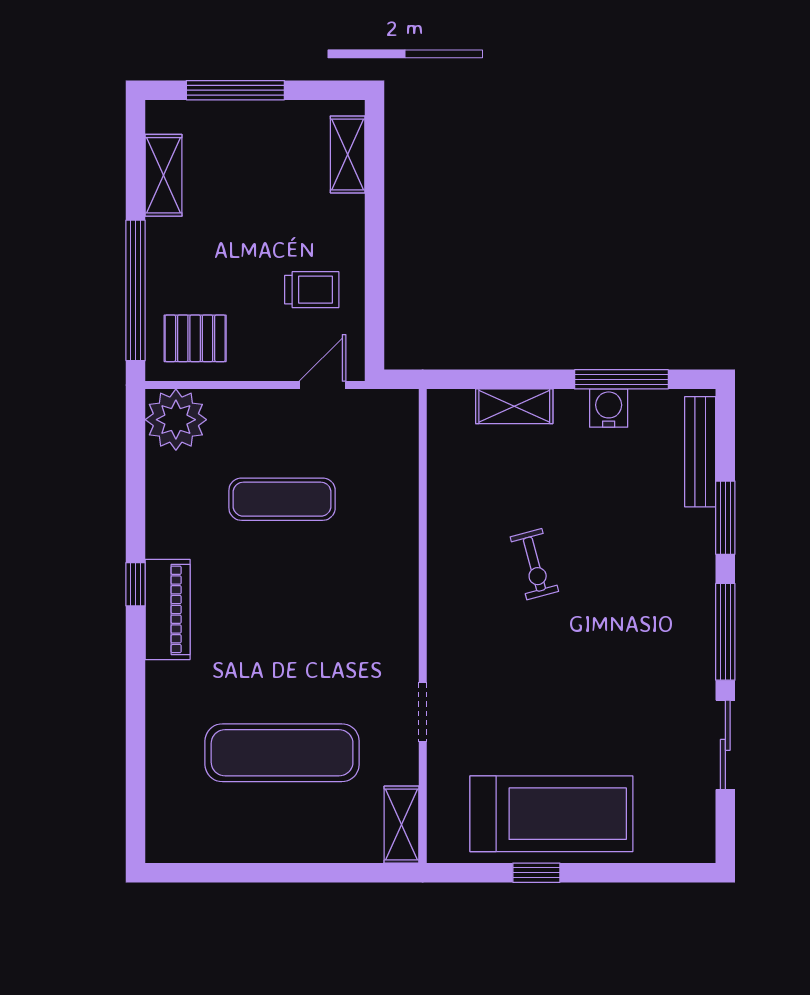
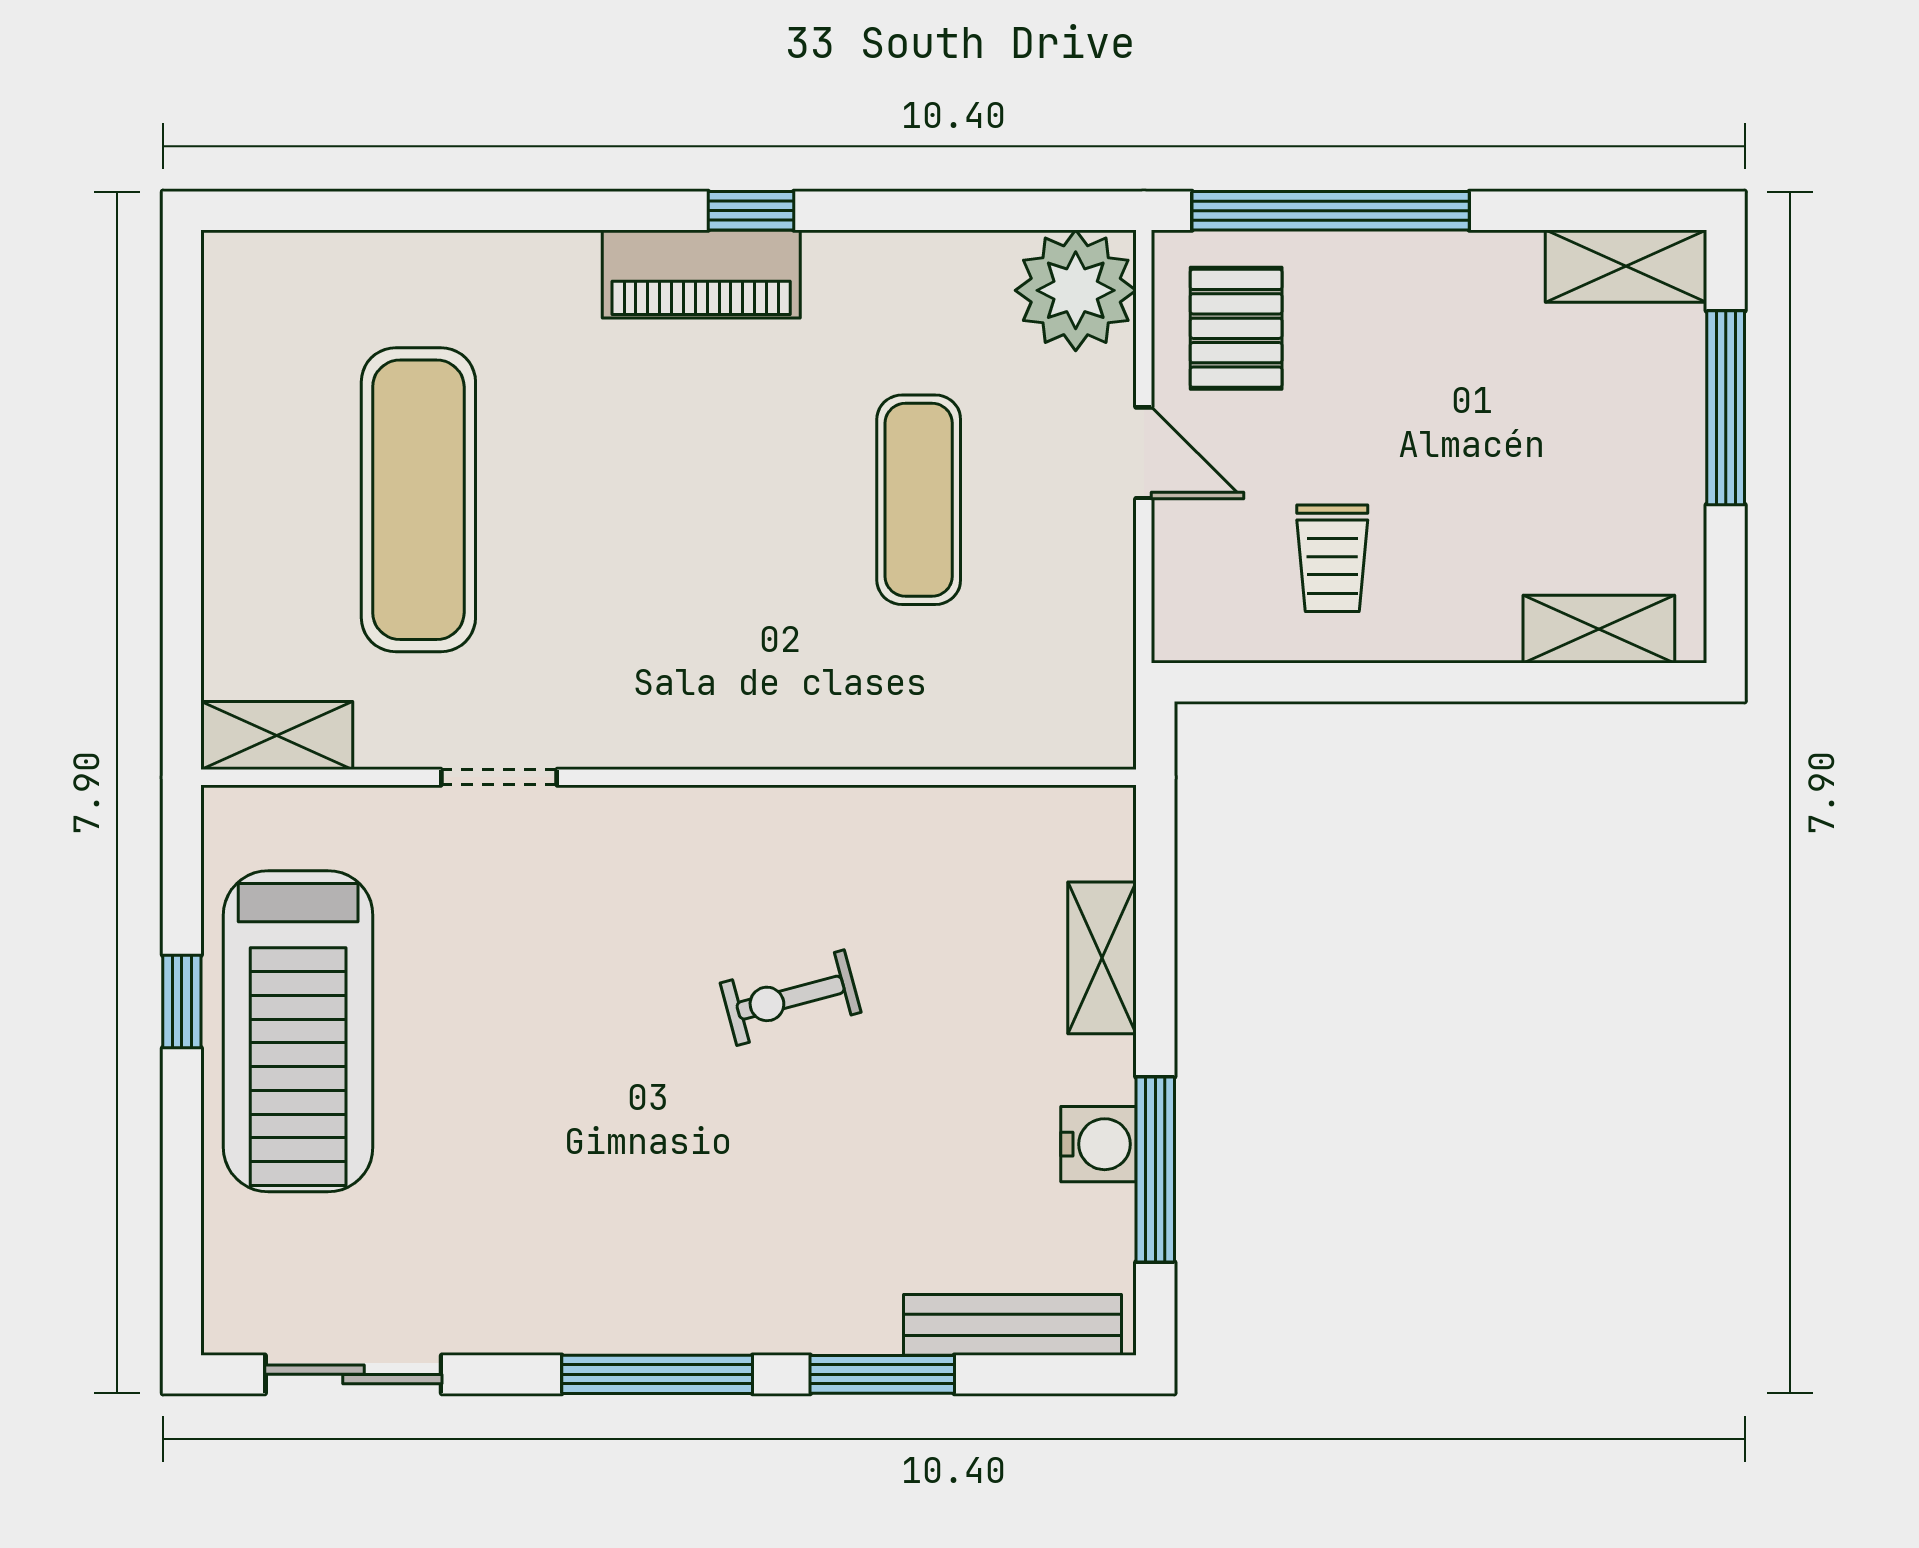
shelving: (164, 175) -> (1626, 266), moved
door: (322, 385) -> (1144, 453), moved
sliding door: (725, 745) -> (353, 1374), moved

